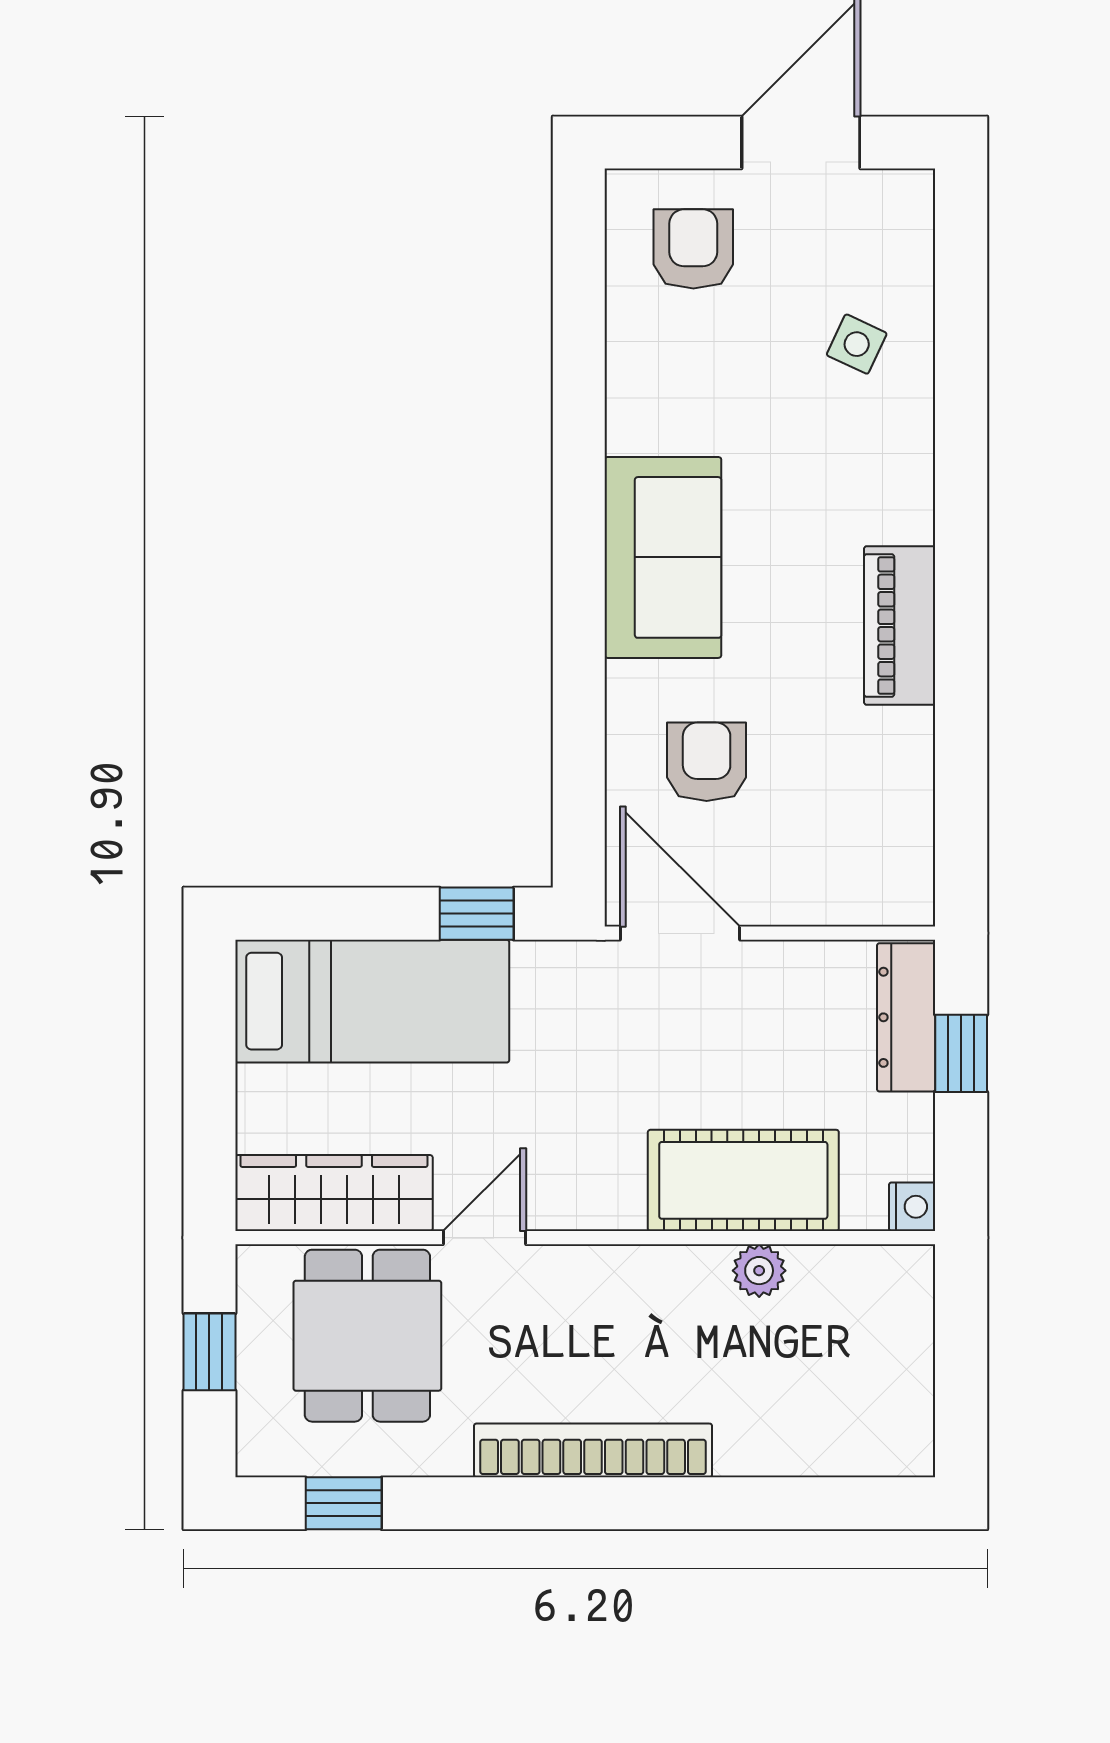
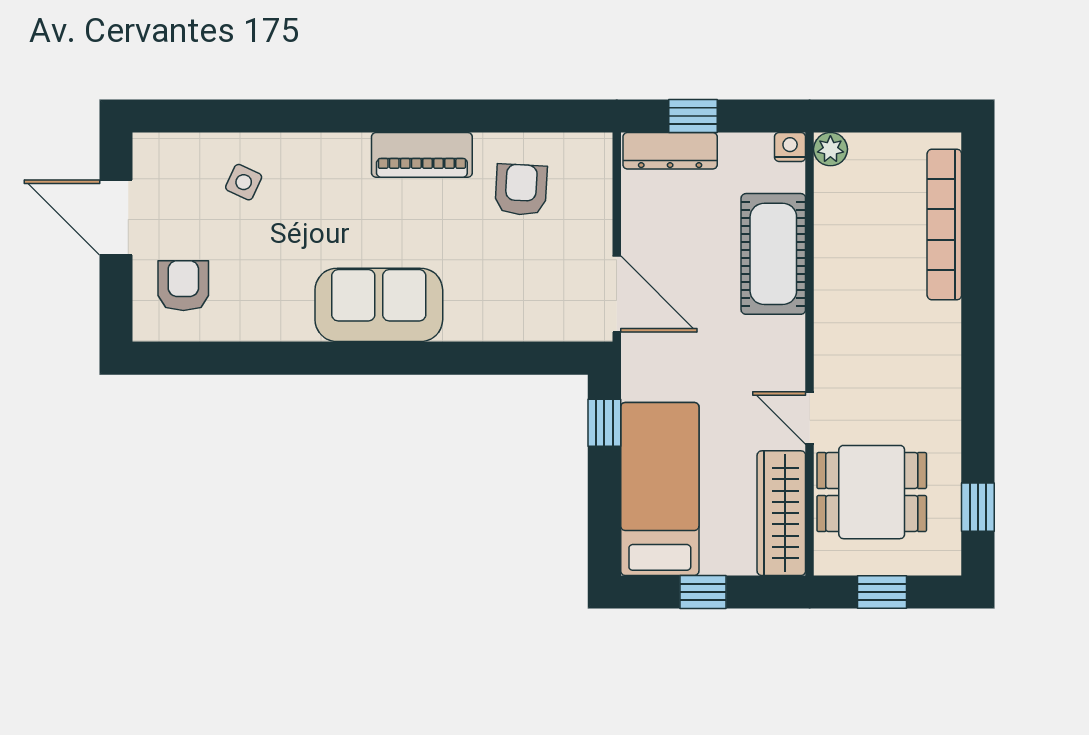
armchair: (693, 249) -> (183, 286), turned 90
armchair: (707, 762) -> (521, 190), moved, turned 93
door: (680, 933) -> (617, 294), swing flipped
window: (209, 1069) -> (703, 592), added
plant: (759, 1271) -> (830, 149), moved
bookcase: (593, 1450) -> (944, 224), moved

